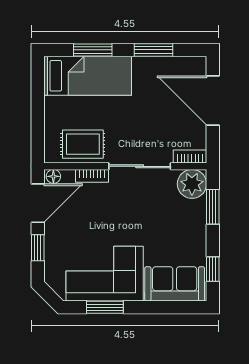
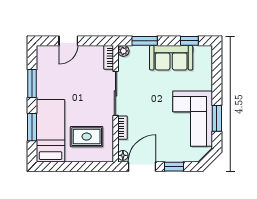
door: (213, 101) -> (68, 41), width x0.53
rug: (83, 144) -> (87, 137), moved, turned 90
plant: (192, 184) -> (123, 51), width x0.53, depth x0.53
door: (38, 203) -> (142, 167), hinge flipped
sofa: (175, 284) -> (171, 58), moved, turned -90

